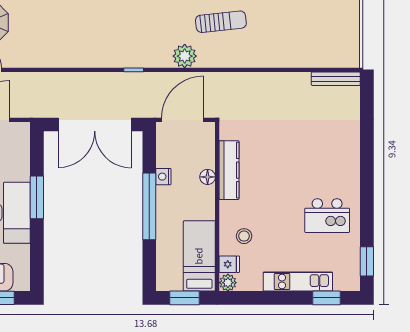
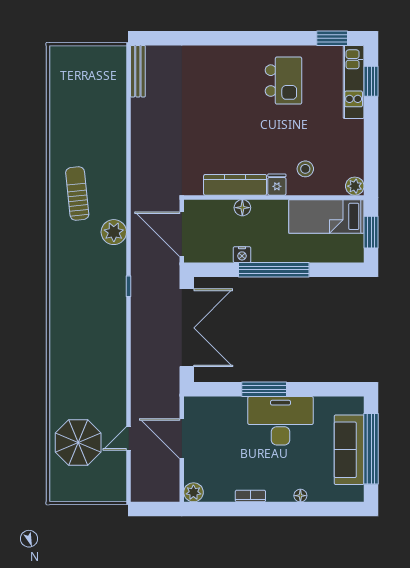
fridge: (229, 264) -> (277, 185), moved
kitchen unit: (298, 282) -> (354, 82), moved

